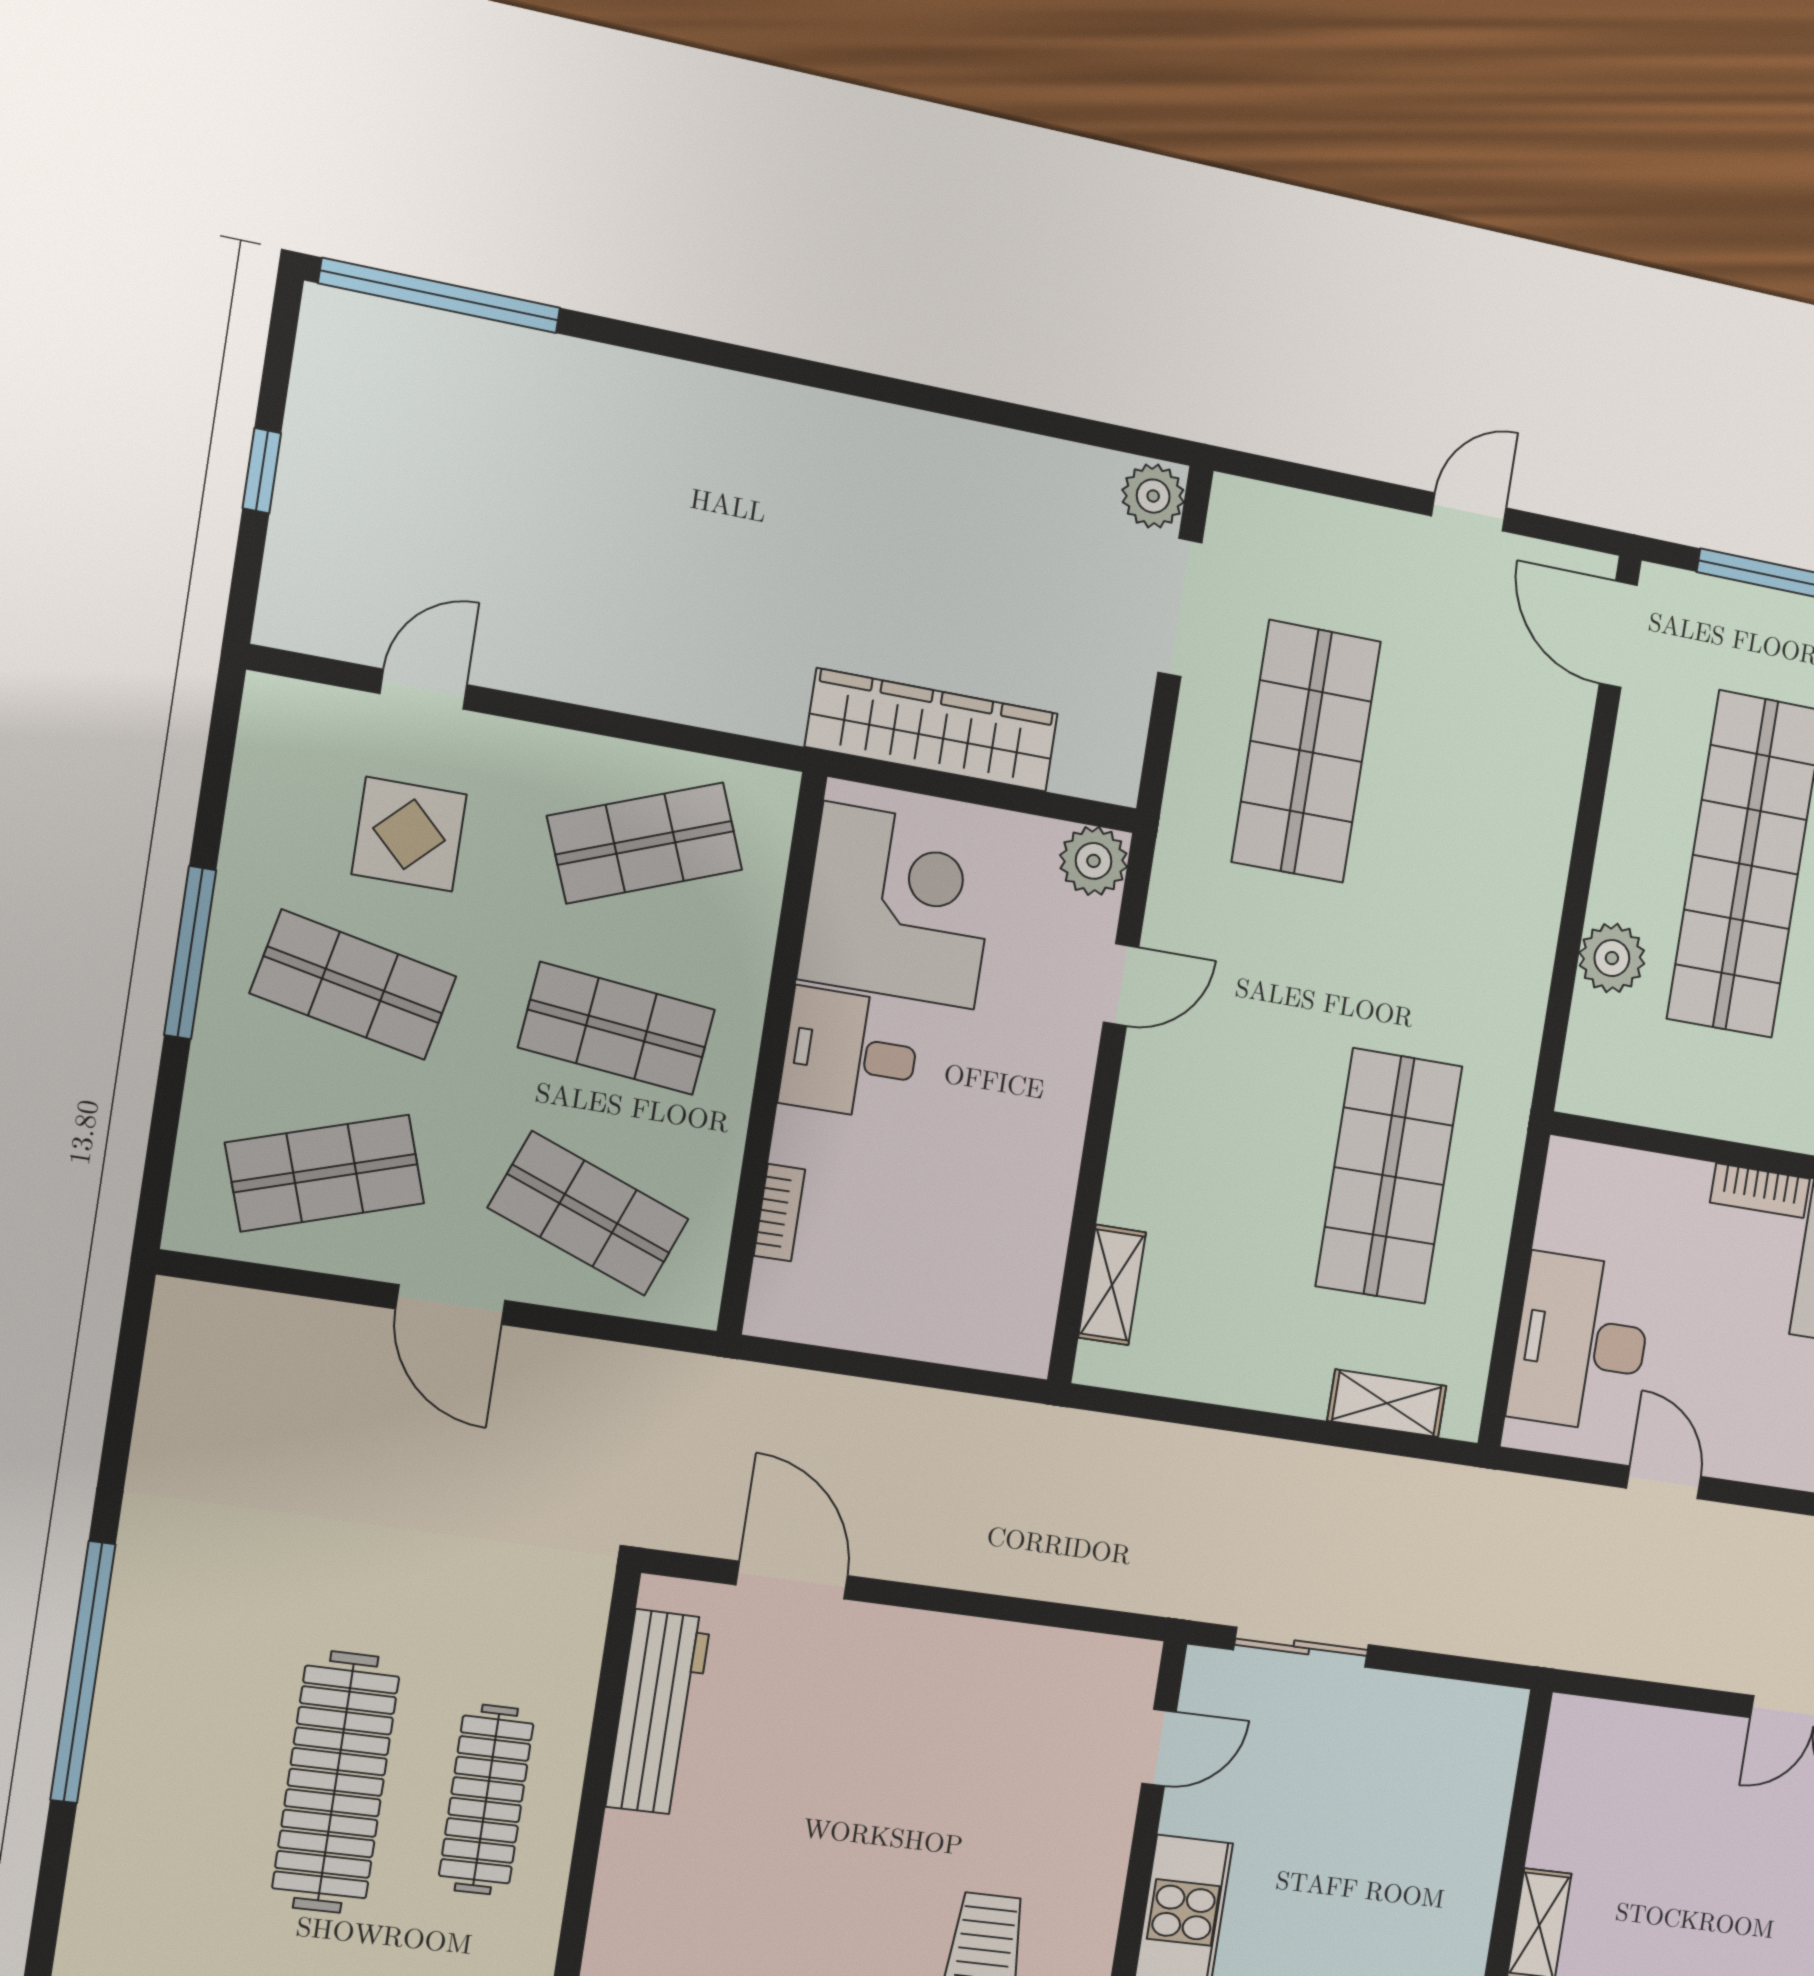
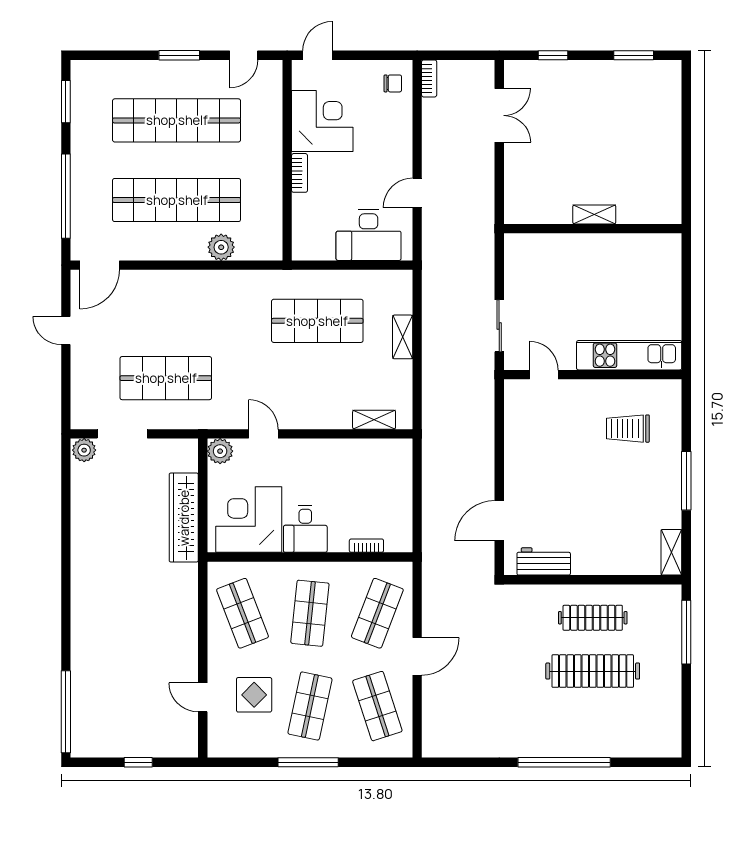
shelving: (1387, 1403) -> (403, 337), moved
workbench: (658, 1713) -> (544, 561), width x0.73

